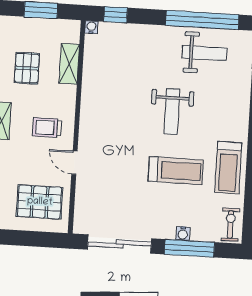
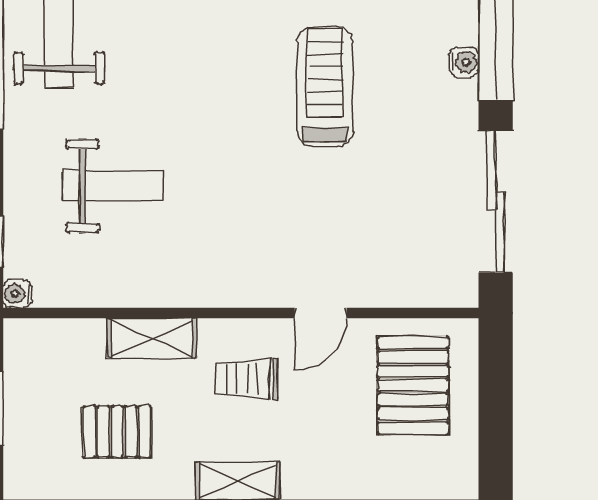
shelving: (69, 64) -> (152, 338), moved
weight bench: (172, 112) -> (113, 186), moved
trolley: (47, 128) -> (246, 379), turned 90

